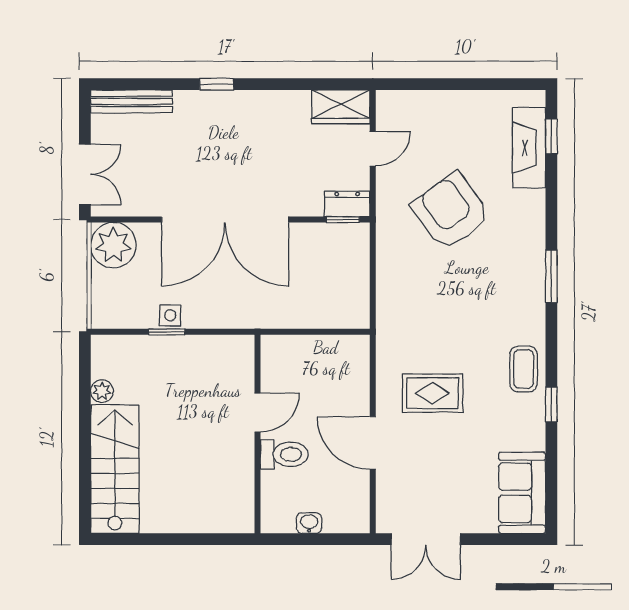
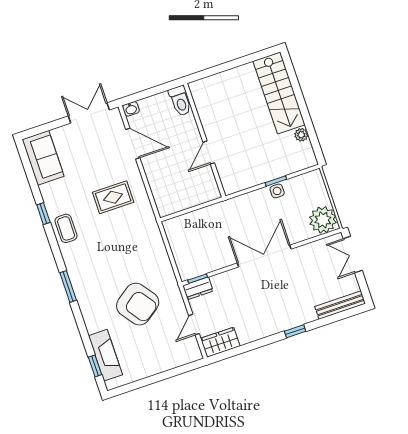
double door: (225, 220) -> (264, 256), width x0.73
door: (373, 443) -> (133, 144), moved
toilet: (284, 454) -> (180, 101), moved, turned -90
washbasin: (309, 523) -> (131, 109), moved

